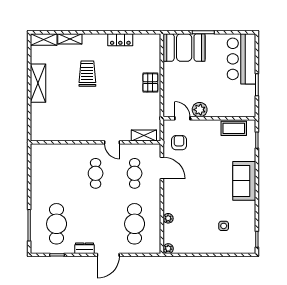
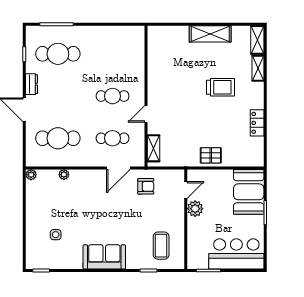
plant: (200, 110) -> (195, 209), moved
door: (182, 118) -> (186, 190), moved
wall: (209, 118) -> (186, 219), moved

